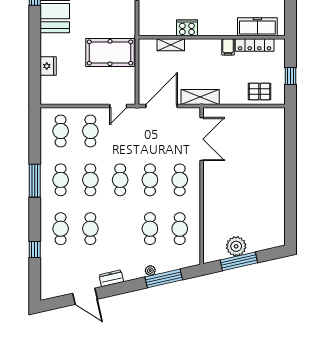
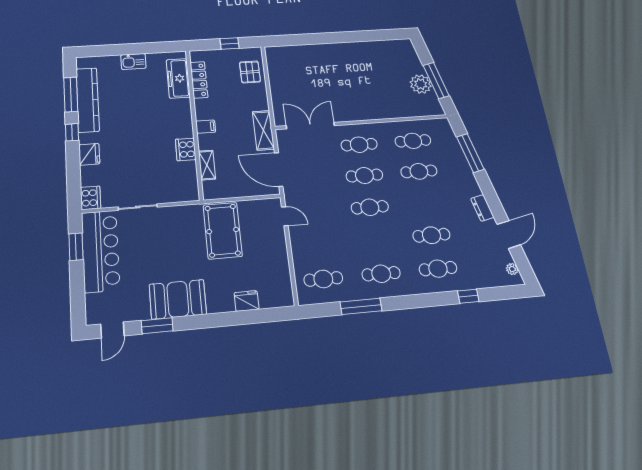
filing cabinet: (228, 47) -> (206, 127), moved
cafe table: (90, 131) -> (318, 245), removed
cafe table: (90, 180) -> (375, 240), removed
window: (35, 181) -> (361, 306), moved
plant: (150, 271) -> (512, 269), moved

